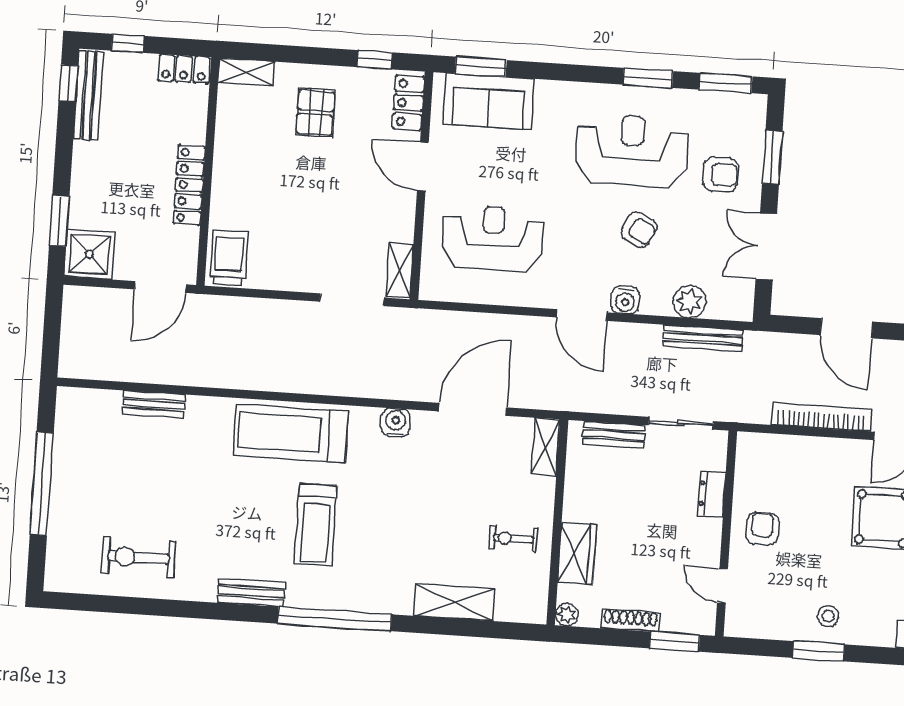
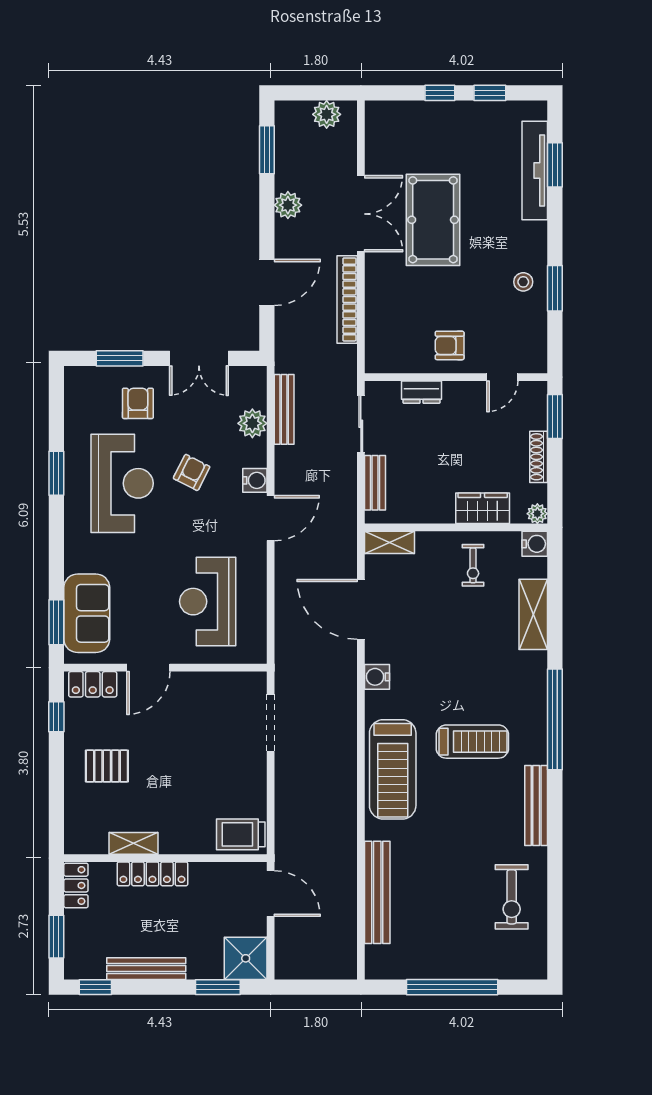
window: (128, 43) -> (56, 937), width x1.50
shelving: (246, 72) -> (133, 843), moved, turned 90
window: (726, 83) -> (56, 404), removed
bench: (88, 95) -> (146, 969), moved
reception desk: (632, 151) -> (122, 483), turned 180
locker: (189, 185) -> (152, 874), moved
shelving: (400, 270) -> (242, 682), removed
bench: (154, 404) -> (377, 892), width x1.86, depth x1.21
bench: (251, 592) -> (536, 805), width x1.36
water cooler: (533, 610) -> (535, 544), added

